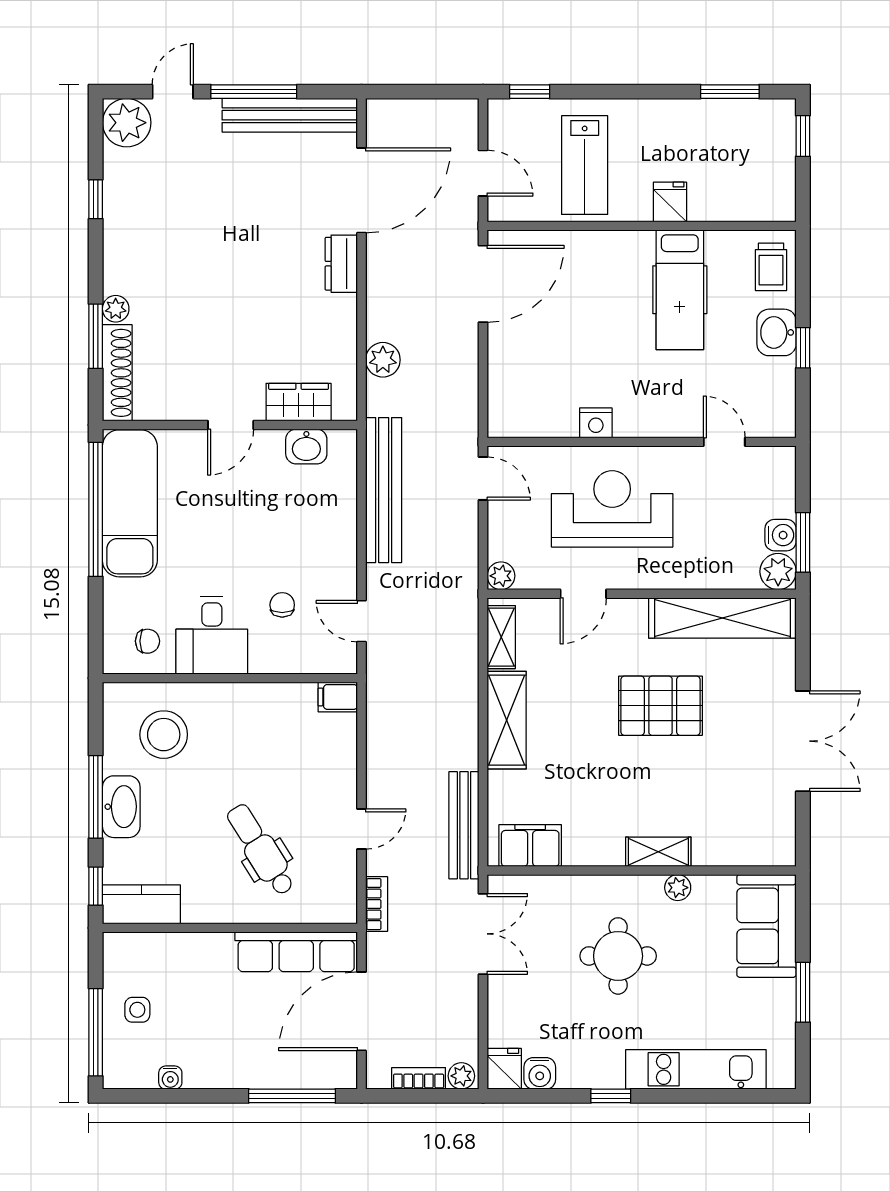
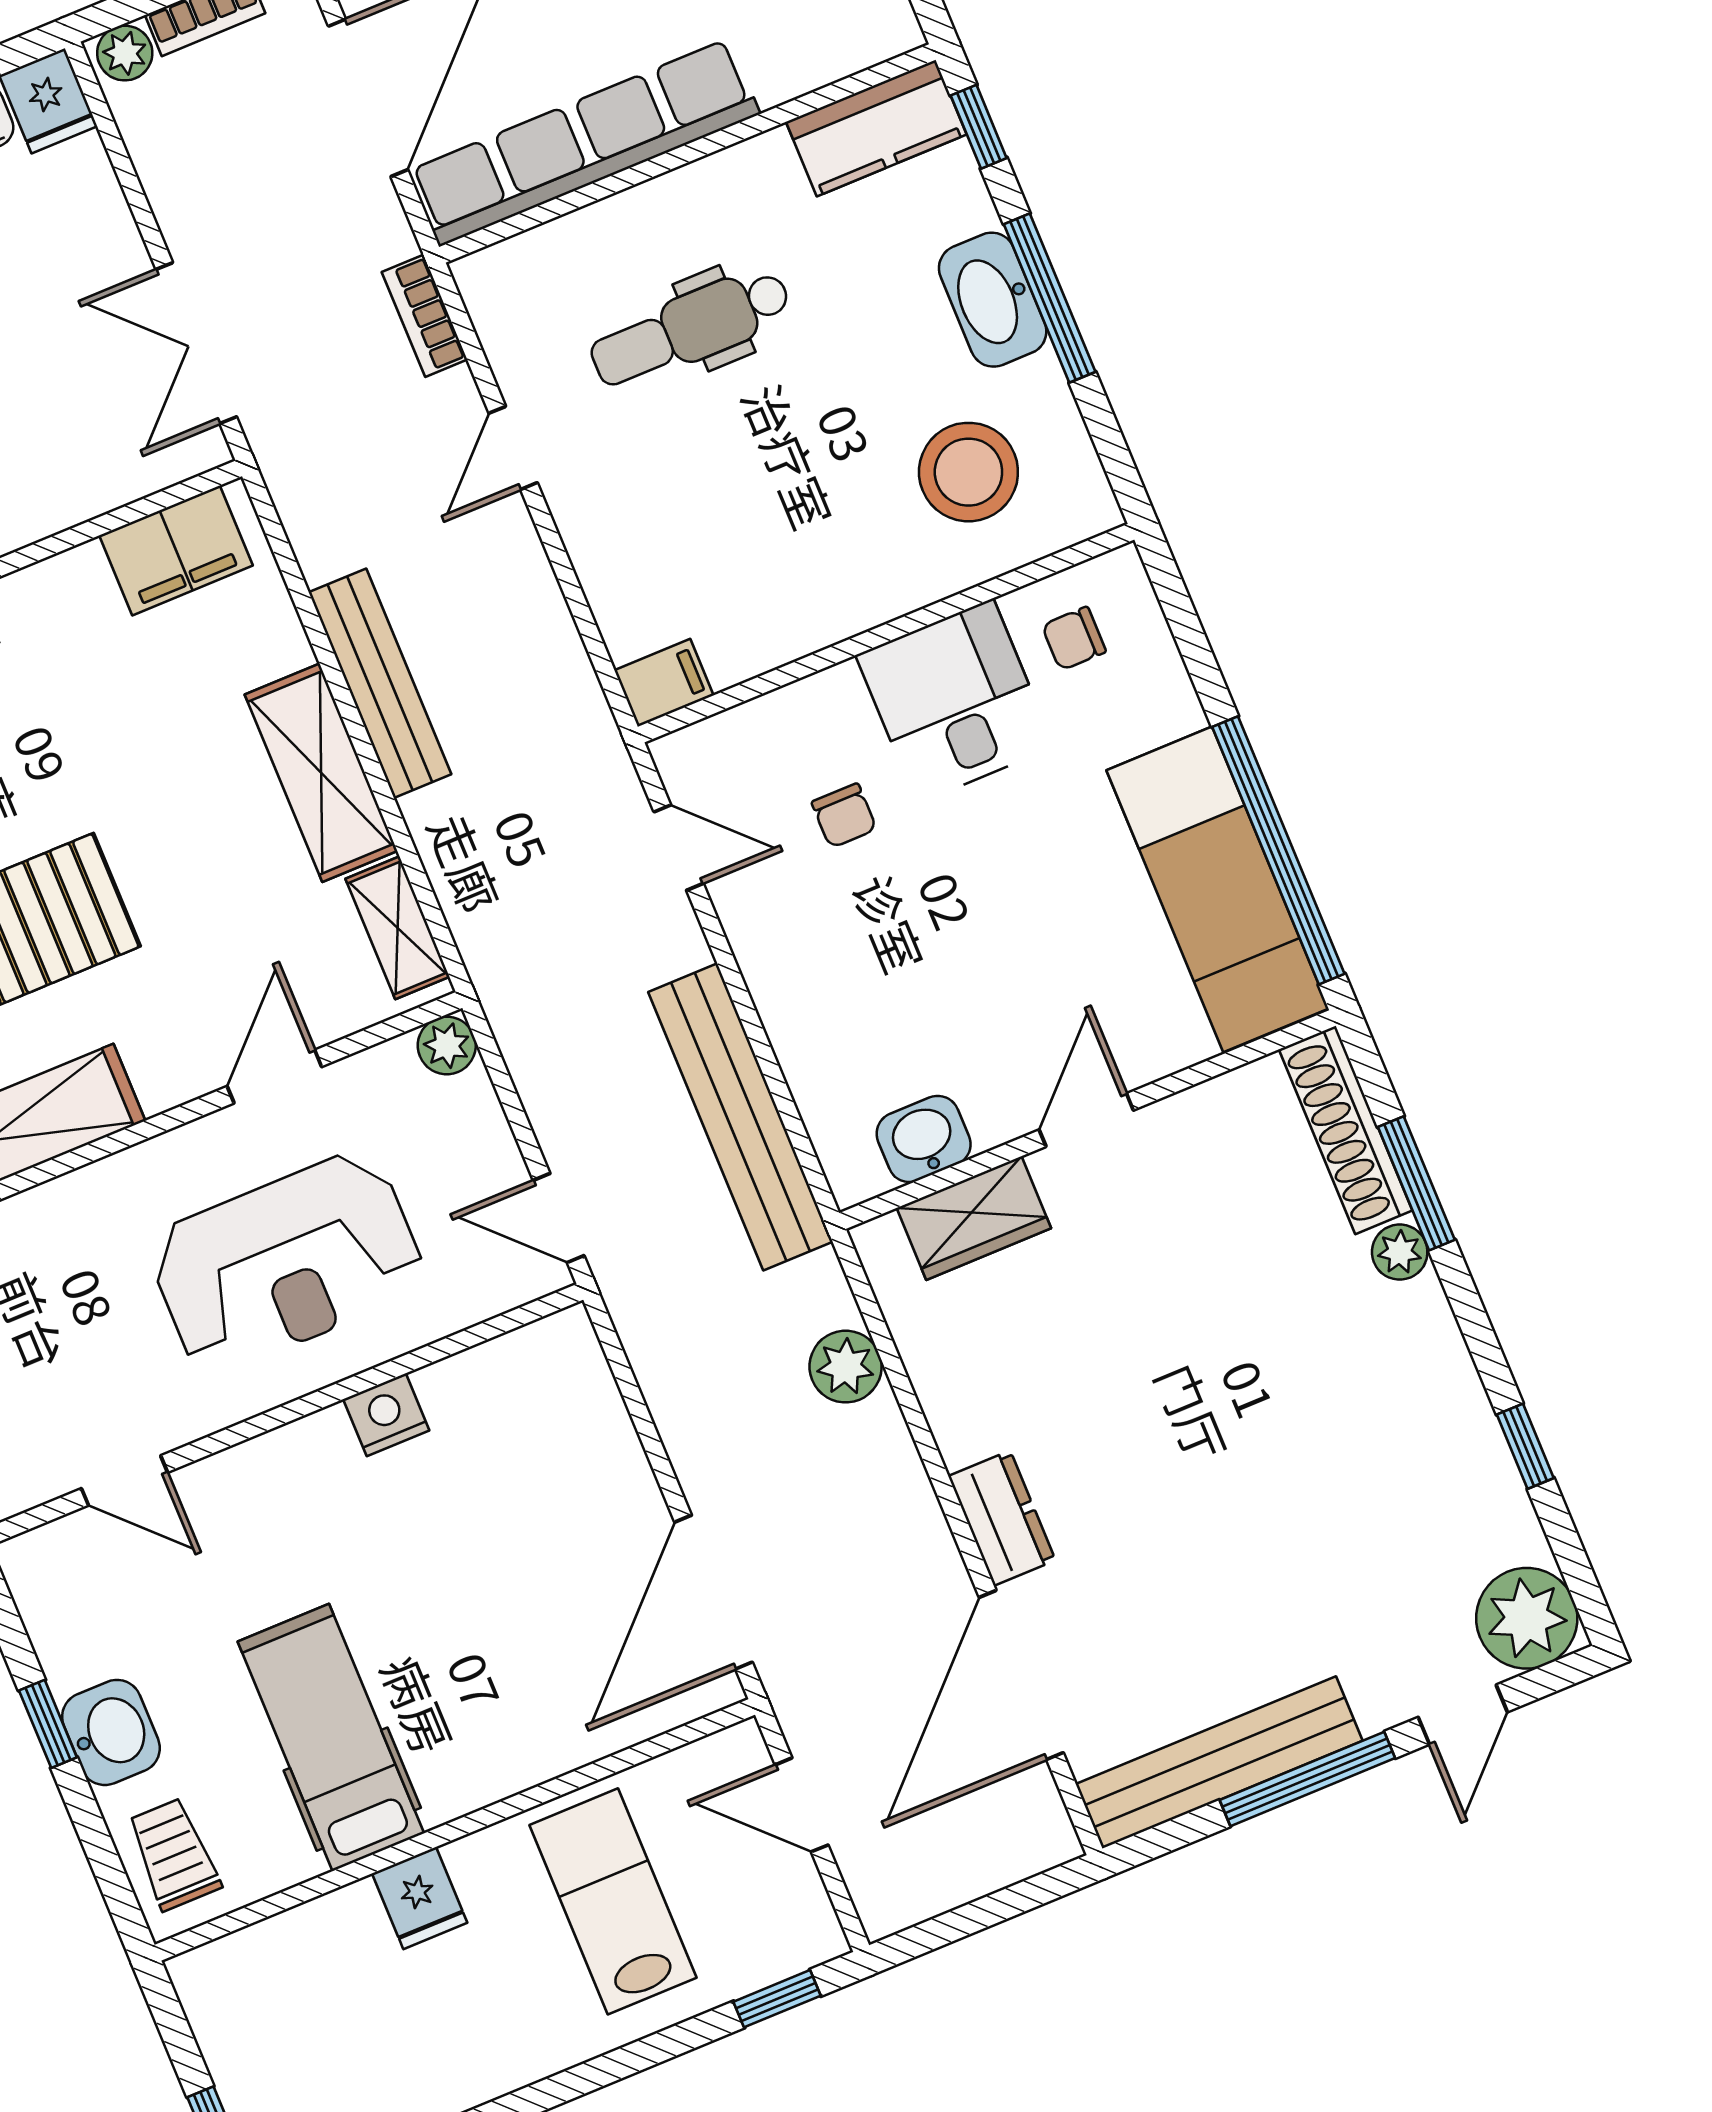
bench: (464, 825) -> (380, 683), moved
dental chair: (261, 850) -> (690, 328), turned 122
row of seats: (296, 952) -> (584, 142), width x1.36

